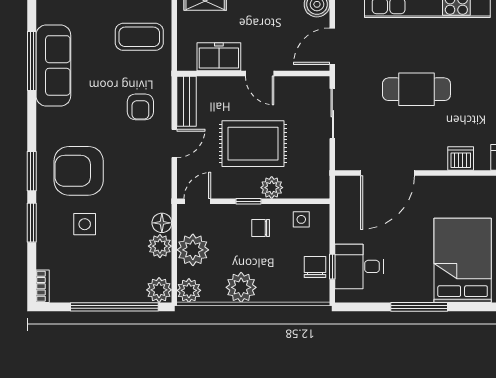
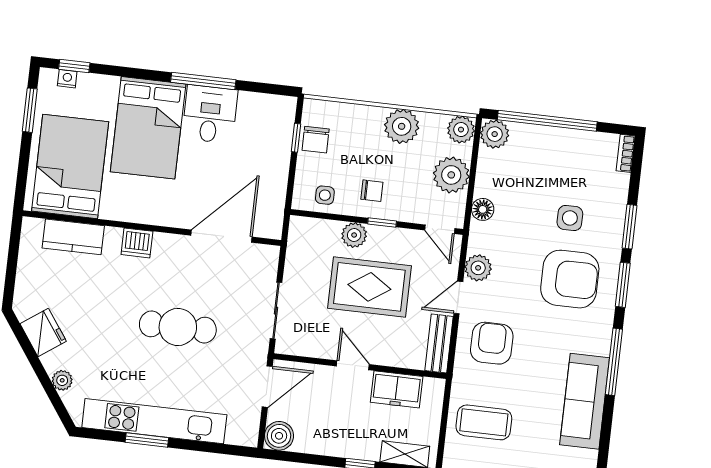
window: (32, 61) -> (614, 362), moved
armchair: (140, 107) -> (492, 343), width x1.38, depth x1.38
door: (197, 201) -> (440, 229), hinge flipped
plant: (160, 246) -> (478, 268), moved
desk: (359, 266) -> (210, 114), moved, turned -90

